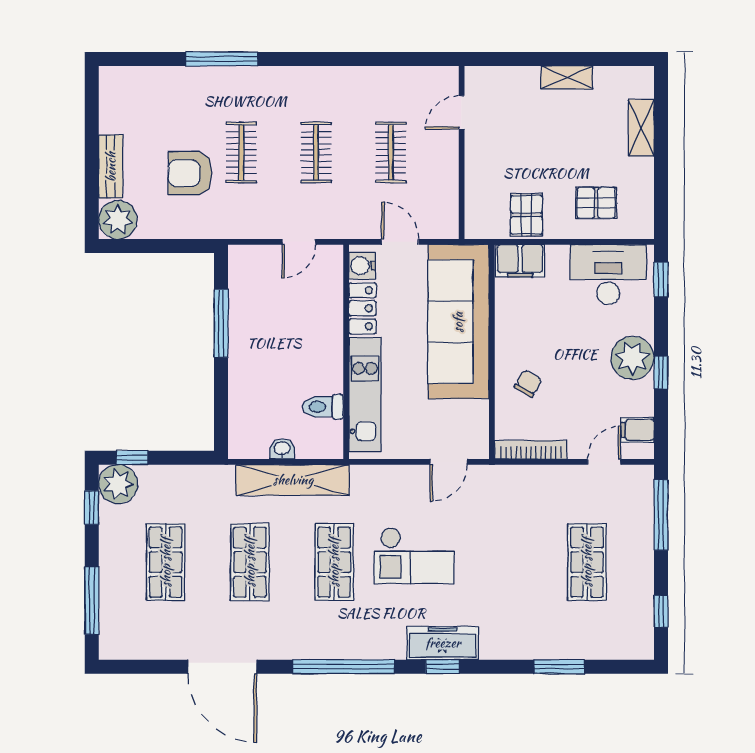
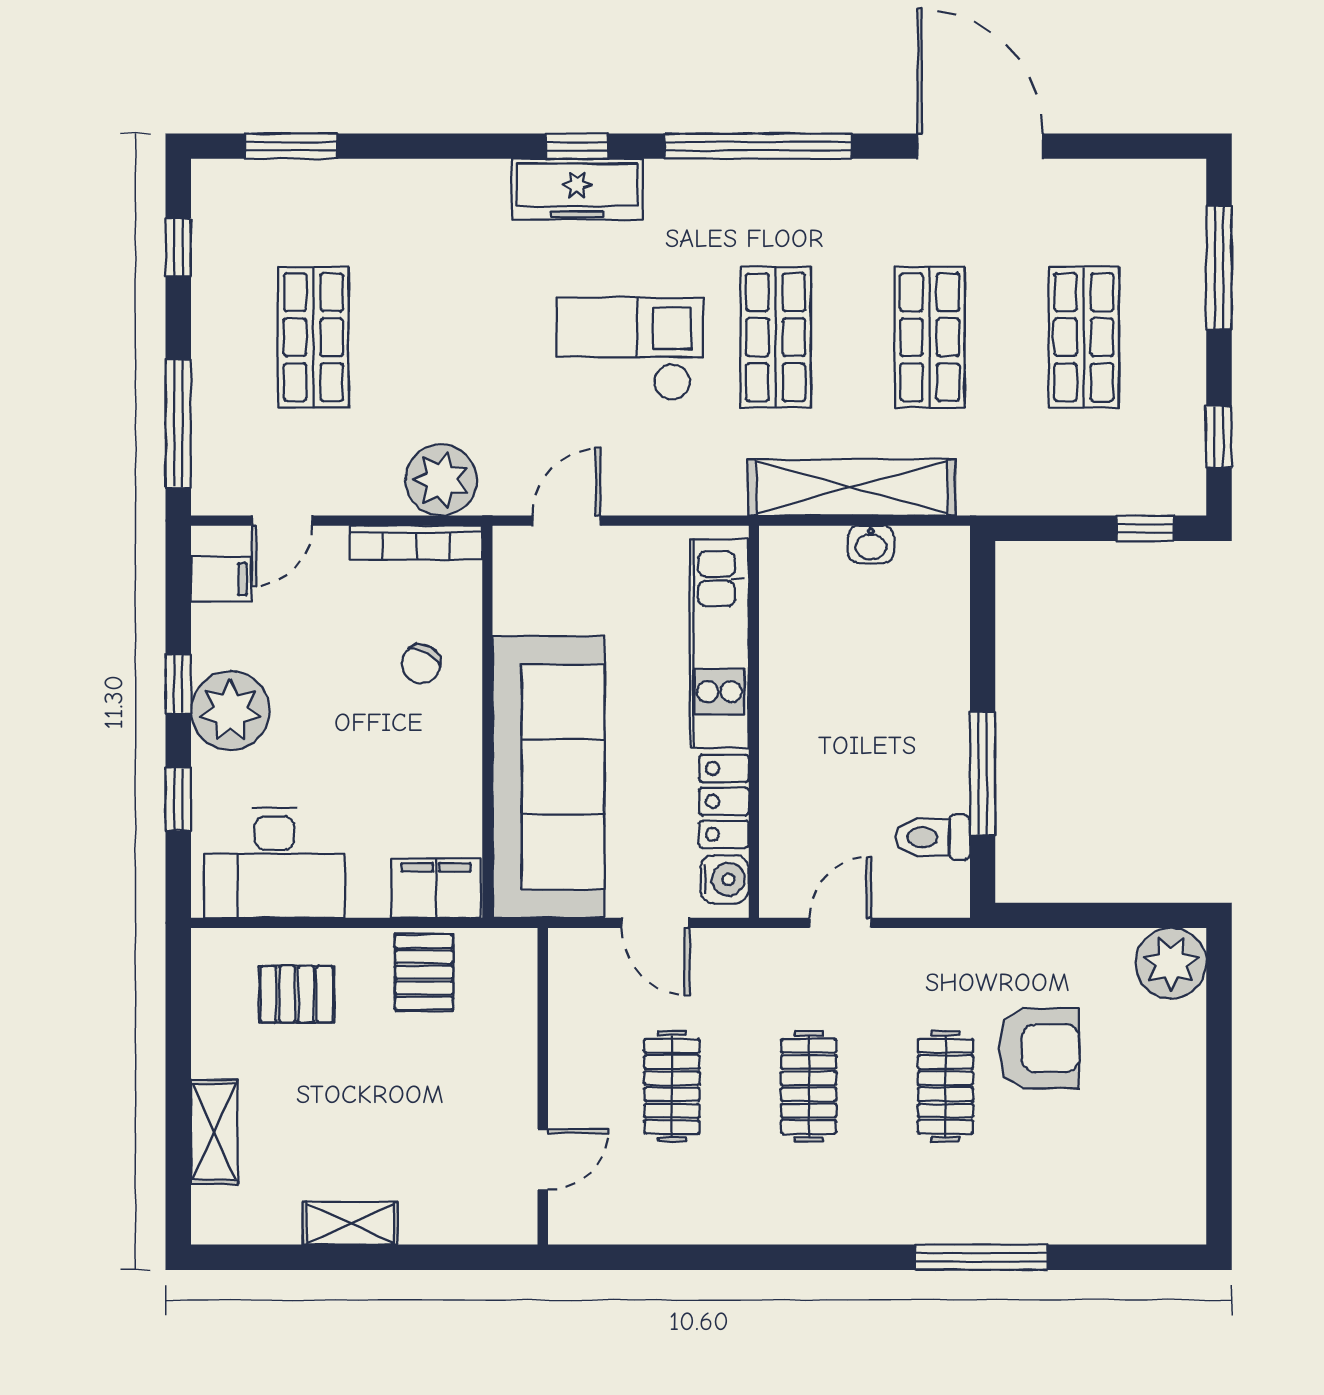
bench: (111, 167) -> (1184, 1060), removed
window: (661, 280) -> (178, 799), moved
toilet: (323, 407) -> (933, 837), moved, turned 180
plant: (118, 484) -> (441, 480), moved
window: (559, 667) -> (291, 146), moved

